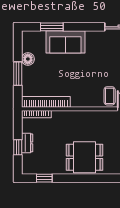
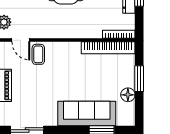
sofa: (65, 42) -> (87, 113), width x1.36

